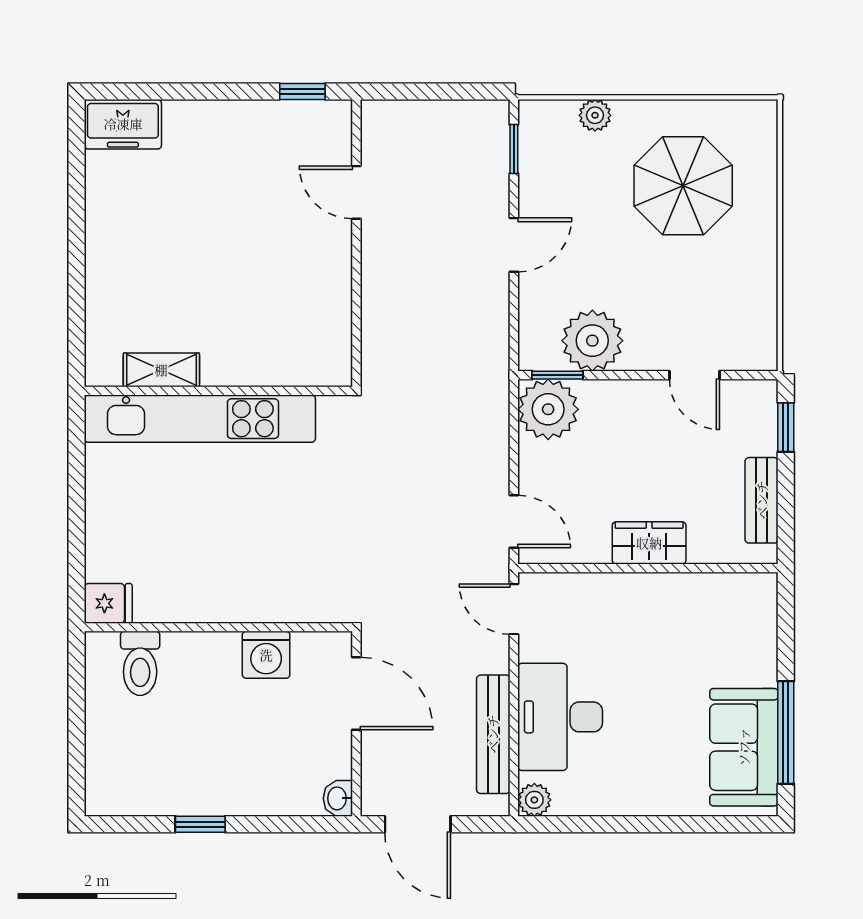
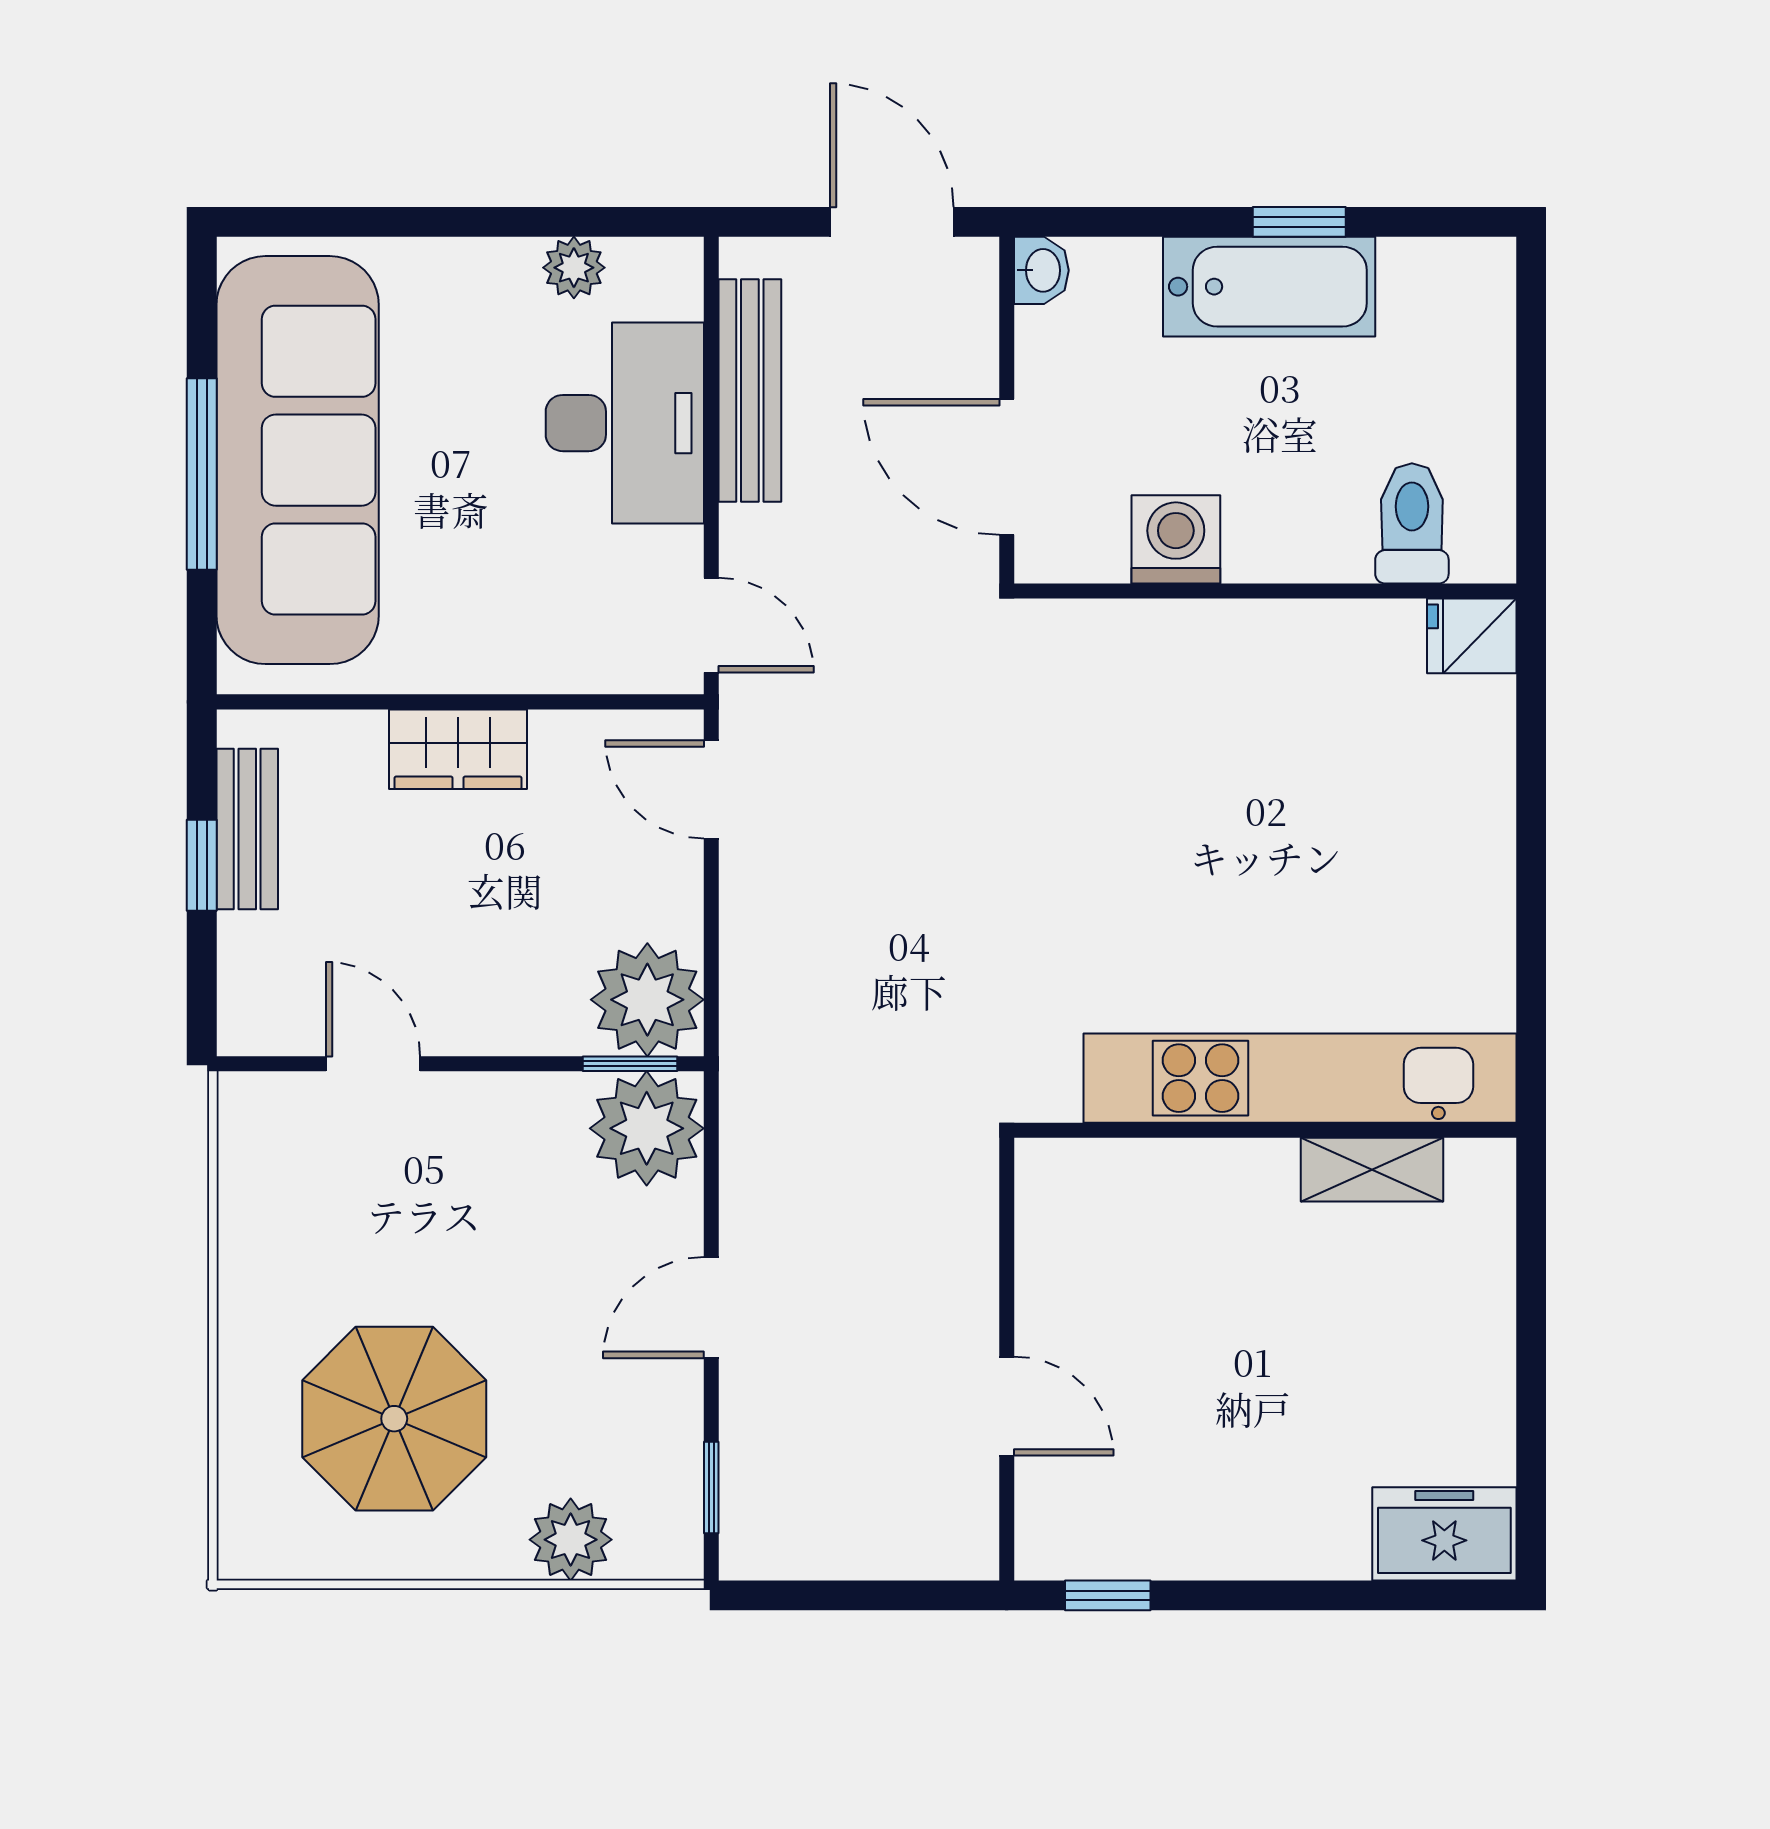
plant: (595, 115) -> (571, 1540), width x1.38, depth x1.38
plant: (592, 341) -> (647, 1128), moved
shelving: (161, 370) -> (1372, 1170), moved
wall: (218, 391) -> (1265, 1130), moved
kitchen unit: (200, 419) -> (1300, 1078), moved
window: (786, 427) -> (202, 865), moved
window: (786, 732) -> (202, 474), moved
sofa: (744, 747) -> (298, 460), width x1.85, depth x1.27
bathtub: (216, 790) -> (1269, 287), added
plant: (534, 800) -> (574, 268), moved

